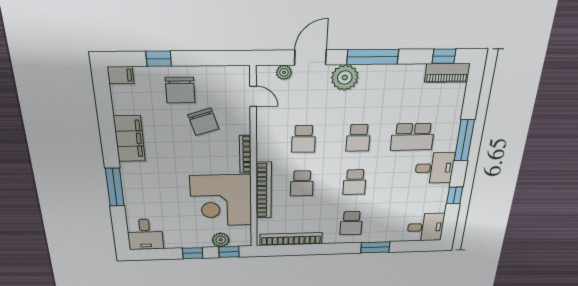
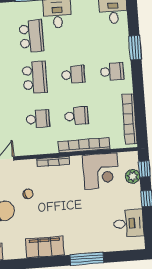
chair: (203, 122) -> (28, 194), width x0.54, depth x0.54
school desk: (358, 138) -> (35, 78), width x1.85
corner desk: (221, 201) -> (101, 171), width x0.74, depth x0.74
desk: (145, 234) -> (129, 223), moved

